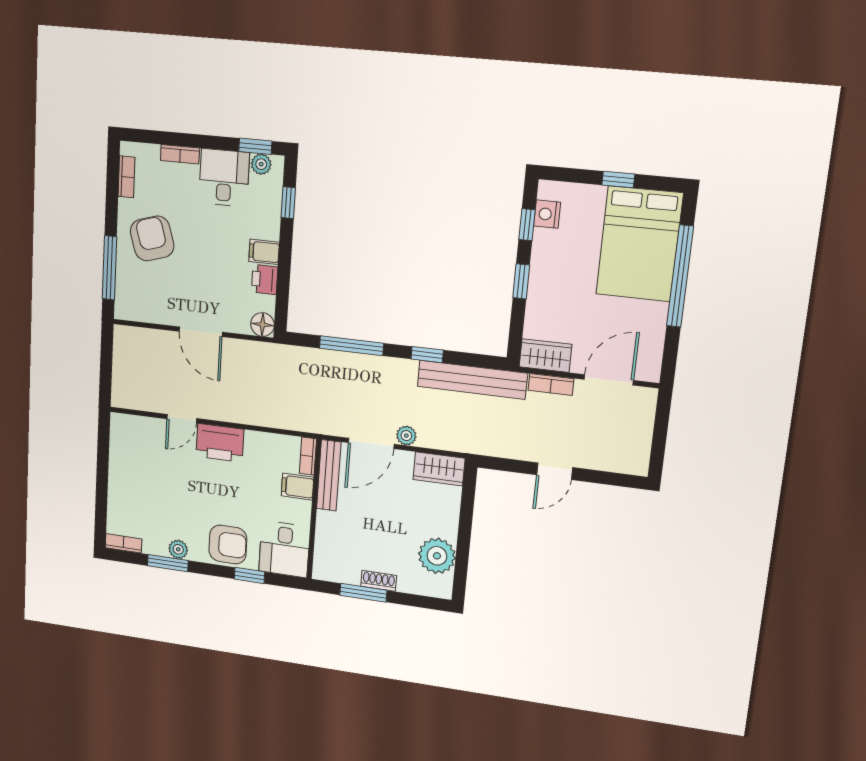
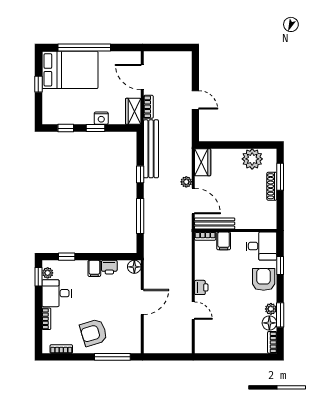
nightstand: (547, 214) -> (101, 118), moved
printer: (220, 443) -> (201, 287), width x0.53, depth x0.68
floor lamp: (155, 544) -> (269, 323), added
shoe rack: (379, 581) -> (272, 186), width x1.43
window: (363, 593) -> (280, 177), moved

